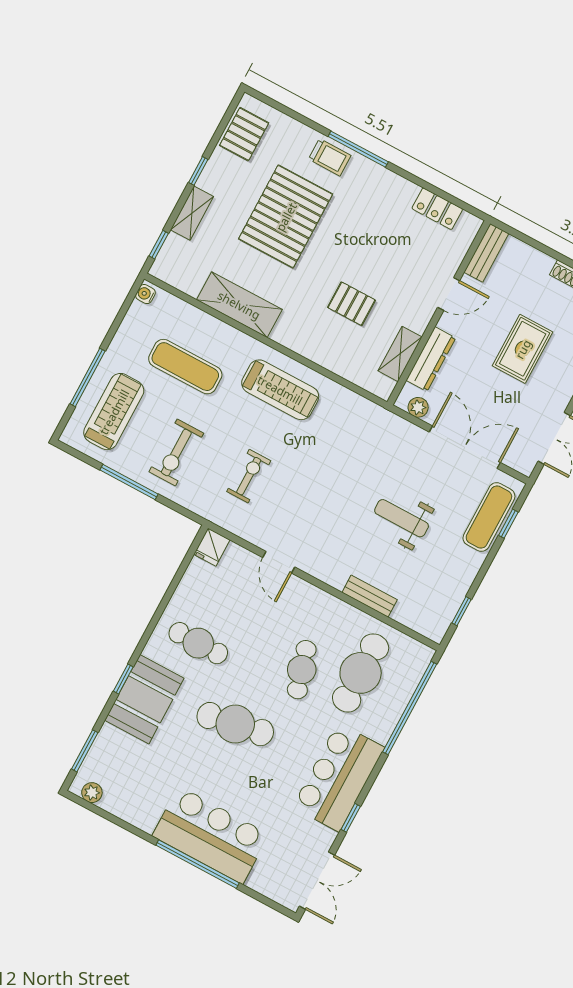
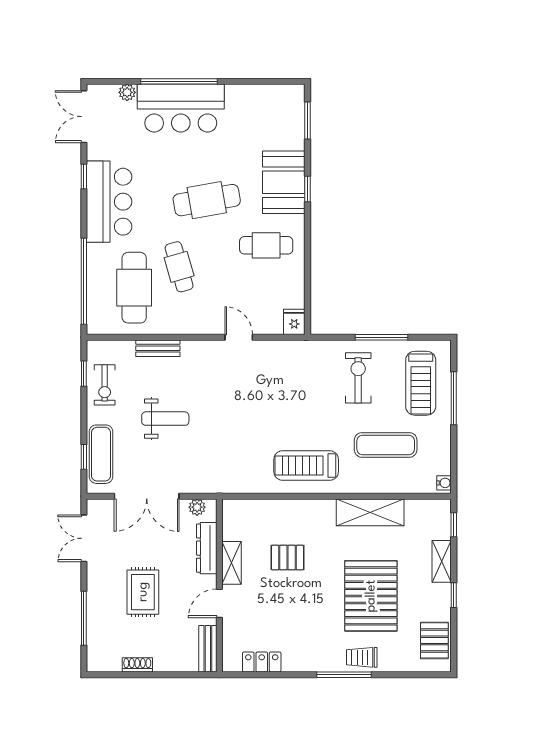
shelving: (400, 354) -> (232, 563), moved
exercise bike: (249, 476) -> (105, 385), moved
plant: (92, 793) -> (127, 92), moved

